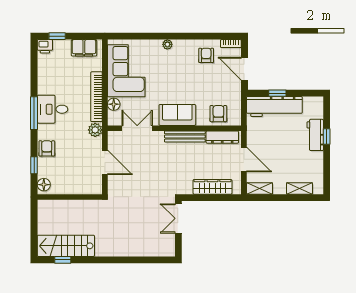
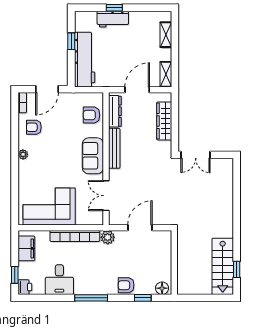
plant: (167, 44) -> (23, 154), moved
window: (277, 93) -> (71, 41), moved
floor lamp: (114, 104) -> (82, 219), removed
desk: (52, 109) -> (59, 280), moved

